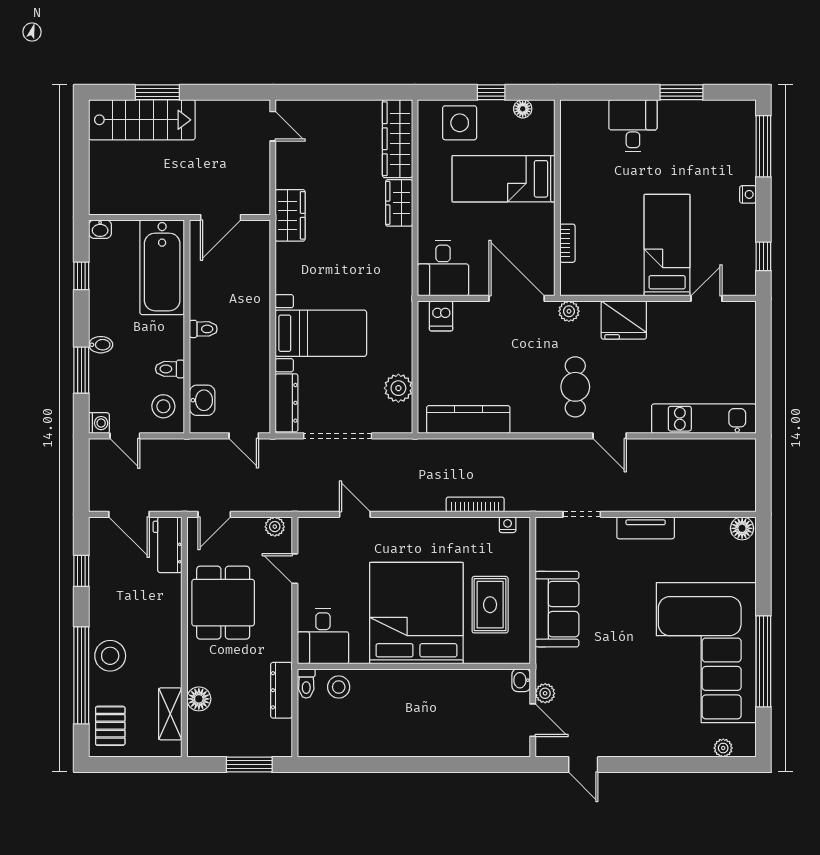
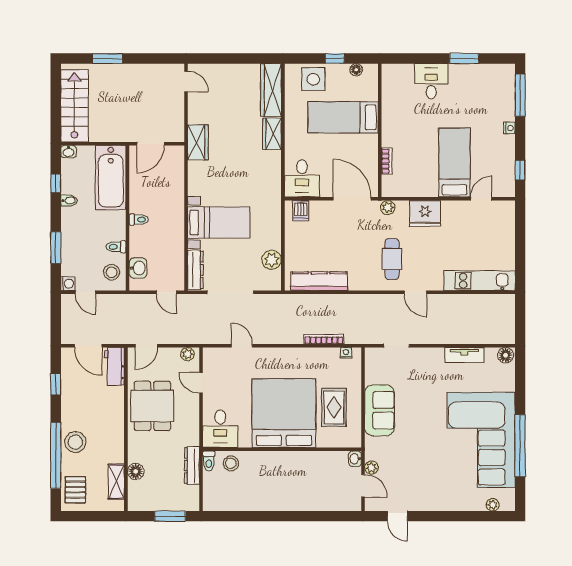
stairs: (142, 120) -> (74, 106), moved, turned -90
bidet: (101, 345) -> (69, 201), moved
tv unit: (646, 528) -> (464, 355), moved

